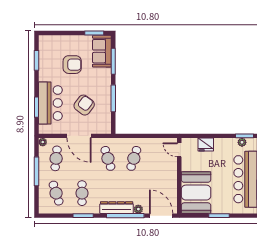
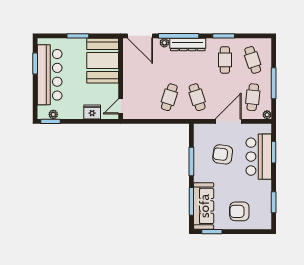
sofa: (102, 51) -> (204, 206), width x1.36
armchair: (72, 65) -> (239, 211), moved
armchair: (84, 105) -> (223, 154), turned 60
door: (79, 136) -> (228, 121), hinge flipped
door: (179, 150) -> (121, 106), swing flipped

